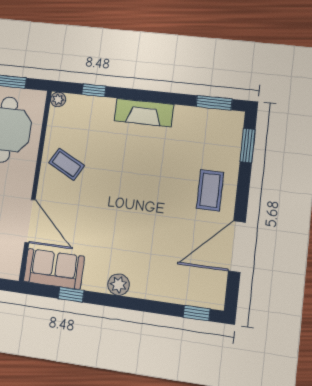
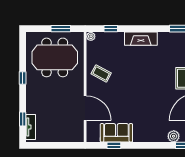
sofa: (54, 269) -> (116, 133), moved
plant: (119, 285) -> (174, 136), moved

